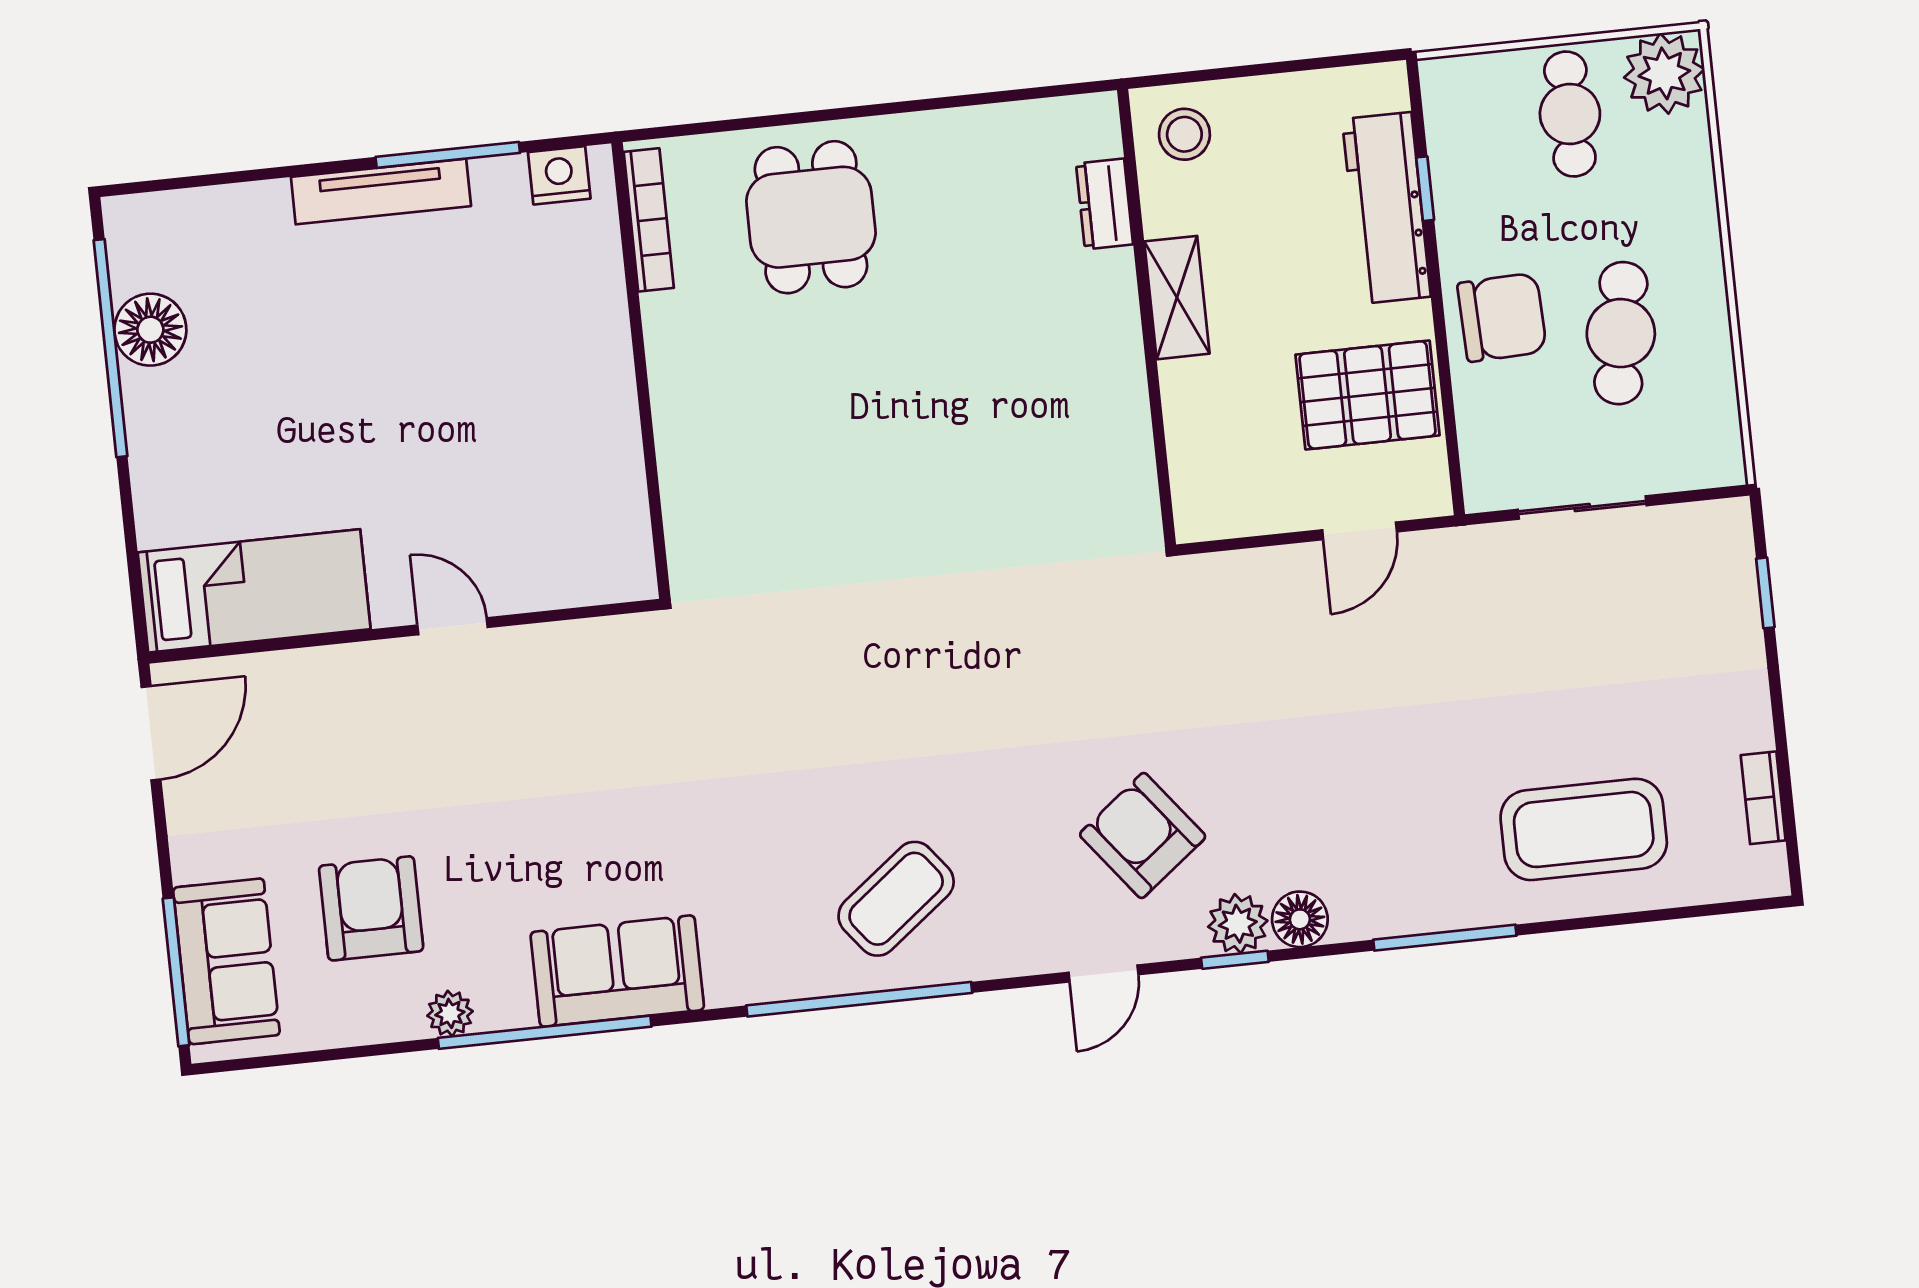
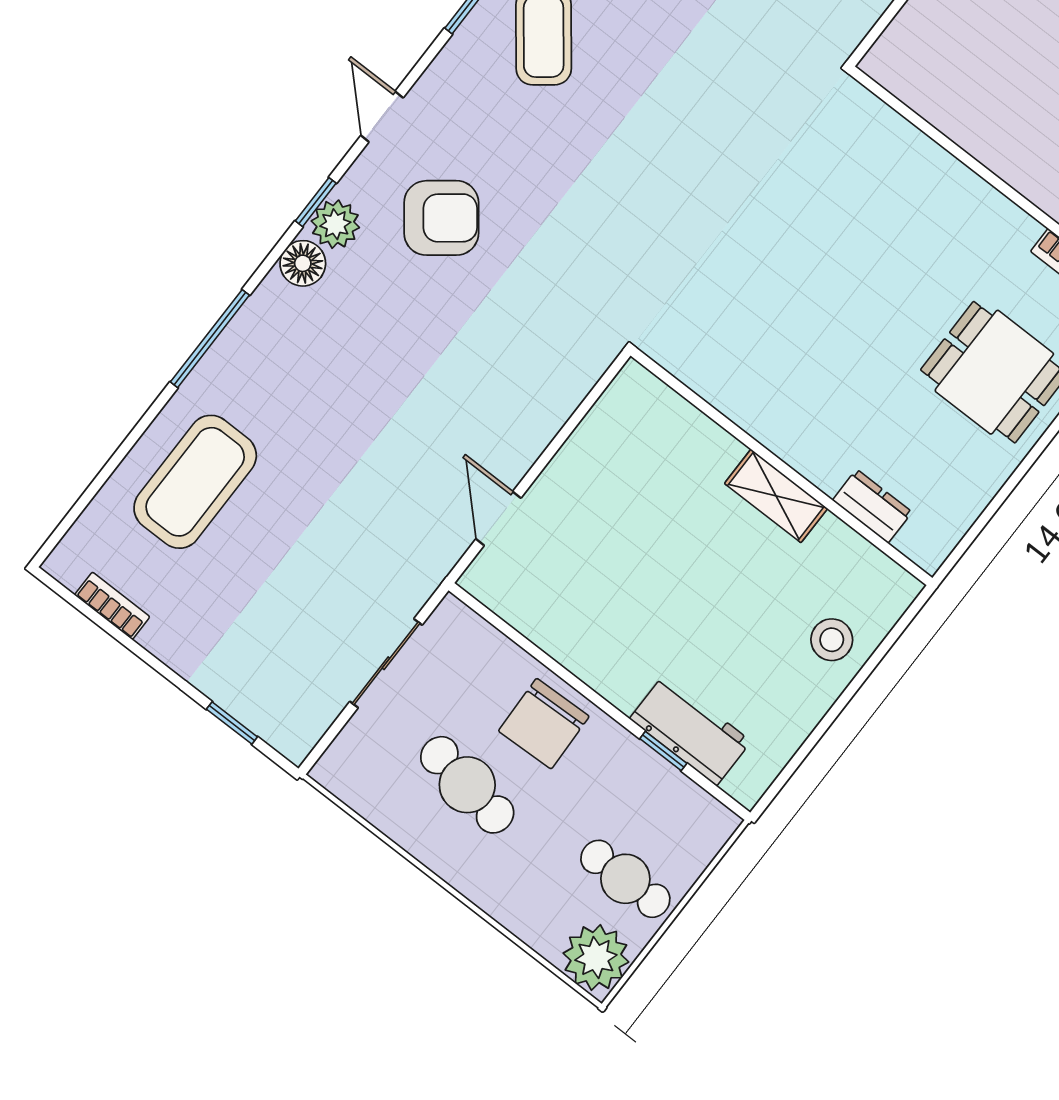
dresser: (1105, 204) -> (872, 506), moved
workbench: (1386, 208) -> (690, 730), width x0.73
shelving: (1177, 298) -> (776, 496), moved
wall: (1147, 317) -> (782, 467), moved
pallet: (1368, 395) -> (574, 600), removed

